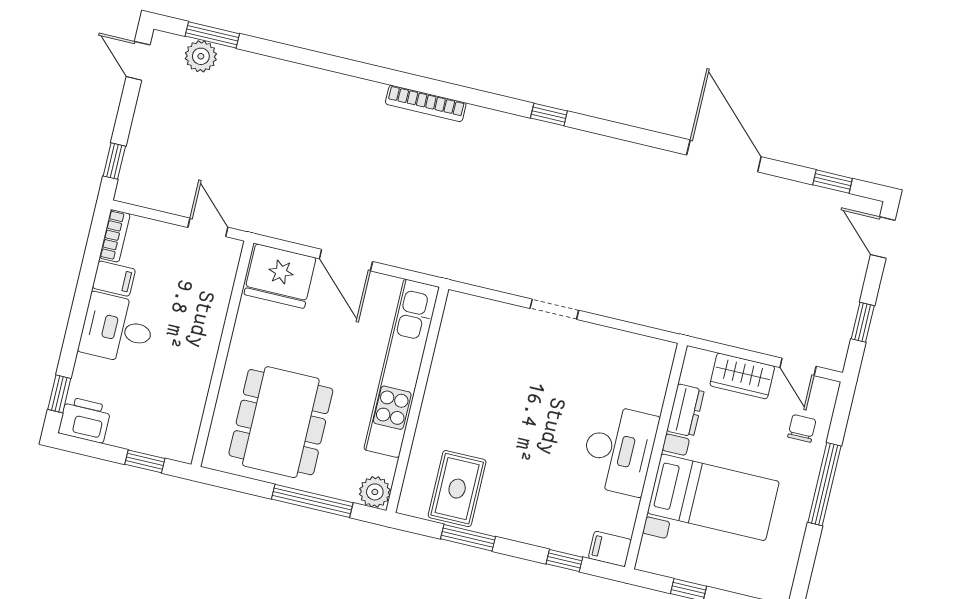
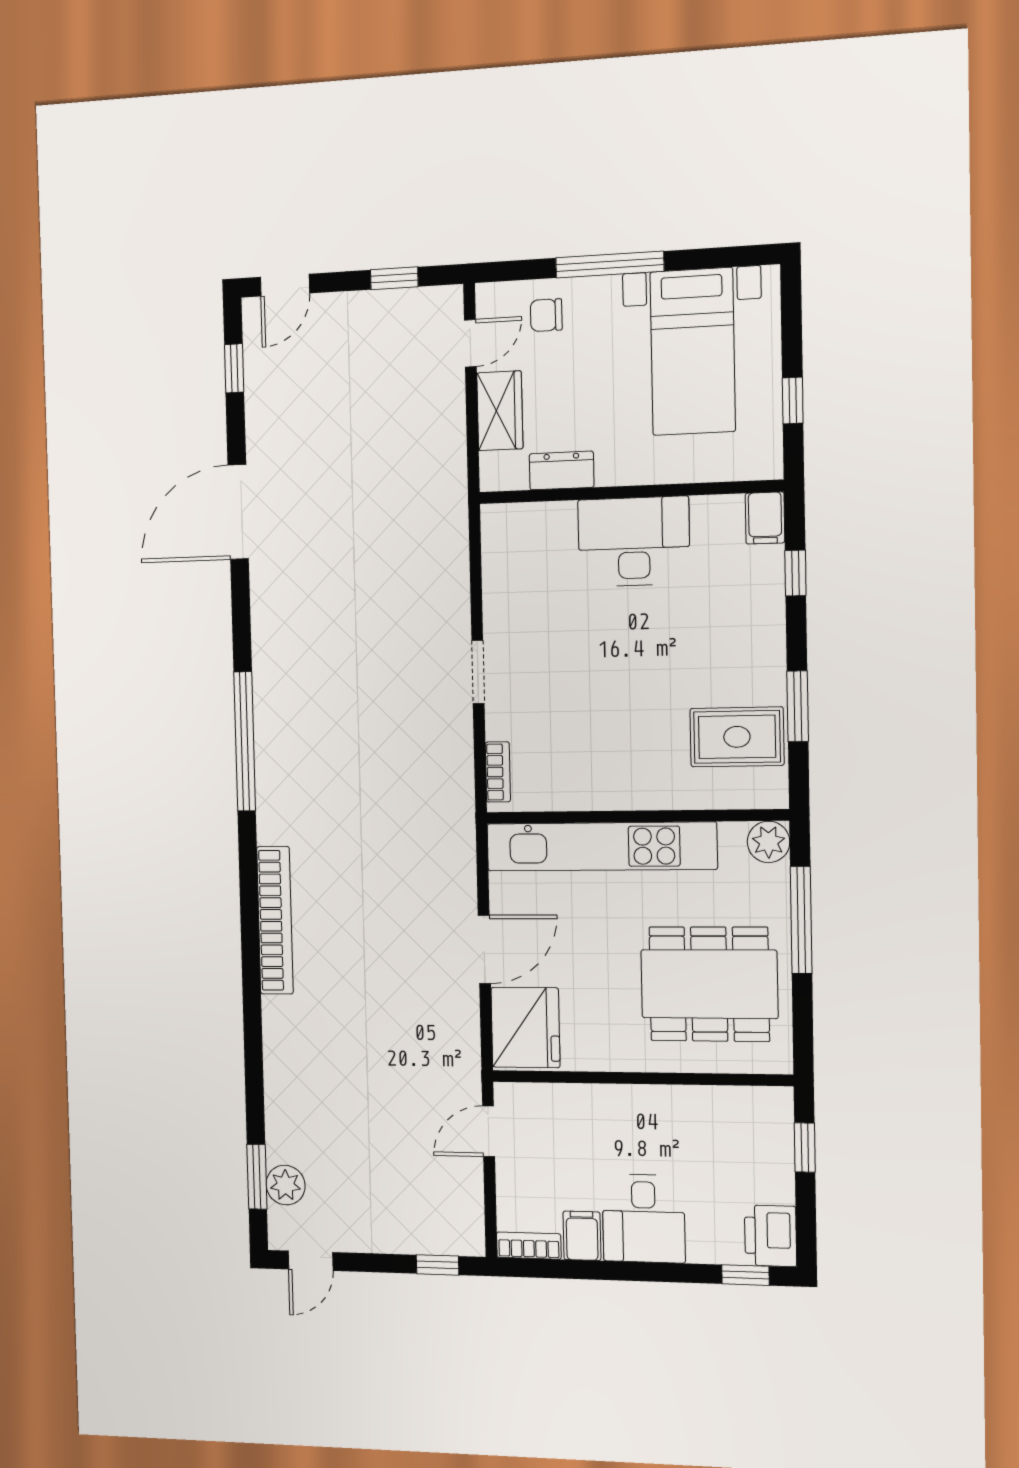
bookcase: (426, 103) -> (275, 920), width x1.48, depth x1.31
window: (549, 114) -> (245, 741), width x3.17
bookcase: (476, 305) -> (498, 772), added
bed with nightstands: (713, 497) -> (693, 352), moved, turned 180

